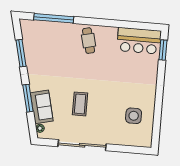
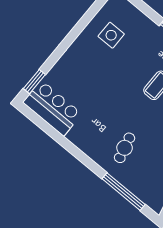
cafe table: (89, 41) -> (125, 148), moved

